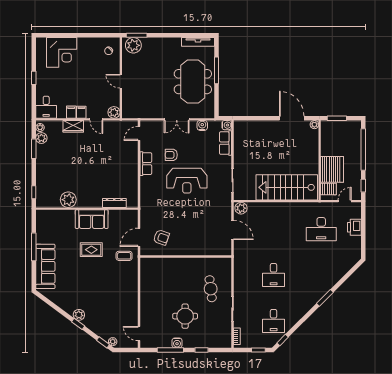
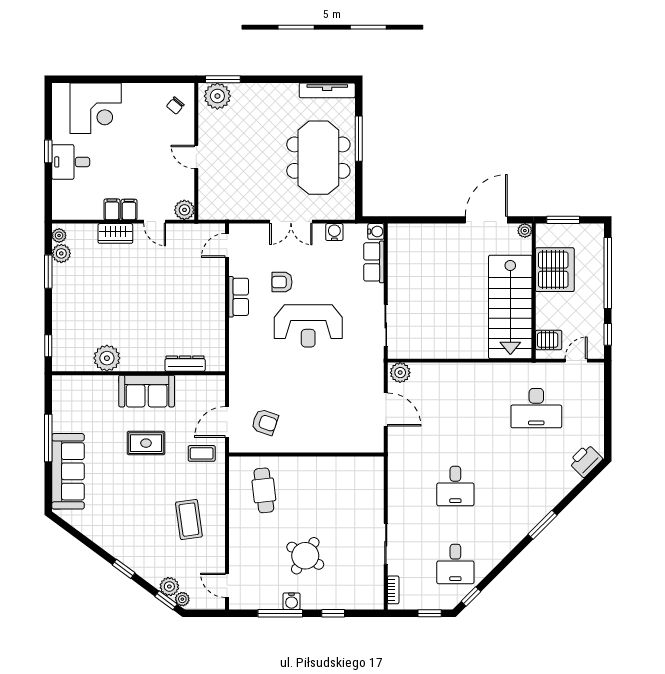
desk: (46, 107) -> (71, 162), moved, turned 90
door: (292, 118) -> (486, 220), hinge flipped
server rack: (332, 169) -> (555, 270), moved
stairs: (287, 187) -> (510, 307), moved, turned -90
printer: (354, 227) -> (586, 461), moved, turned 45
cafe table: (211, 289) -> (264, 490), moved
coffee table: (117, 295) -> (189, 520), added
plant: (79, 315) -> (169, 586), moved
round table: (185, 316) -> (305, 556), turned 33

